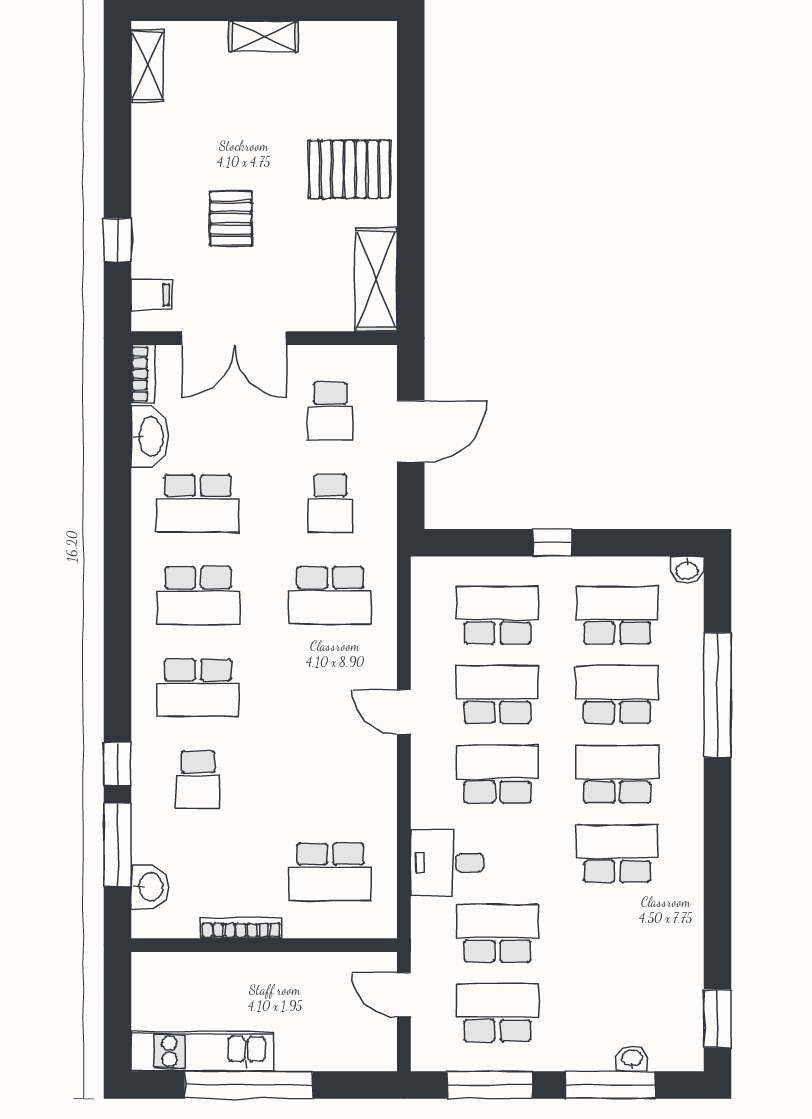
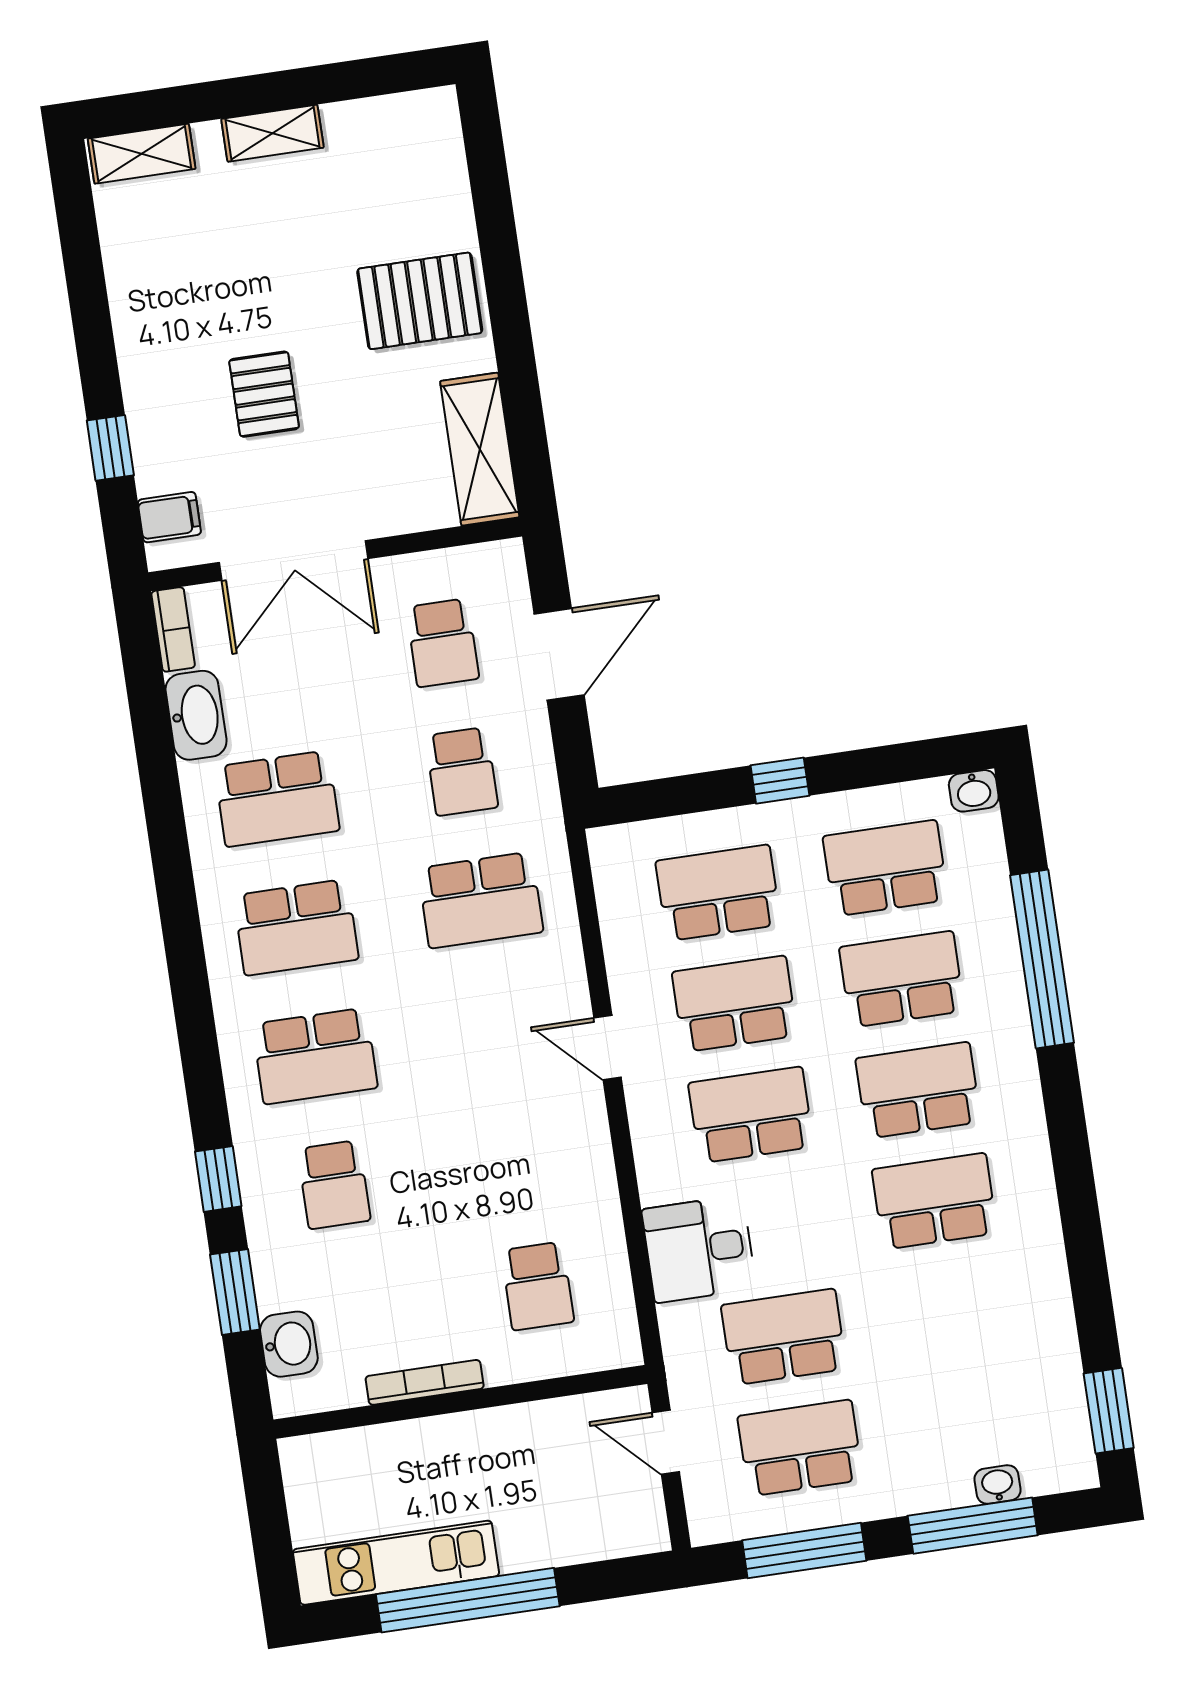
shelving: (147, 66) -> (142, 154), moved, turned 90
window: (117, 845) -> (235, 1292), width x0.69
school desk: (330, 872) -> (538, 1286), width x0.54

